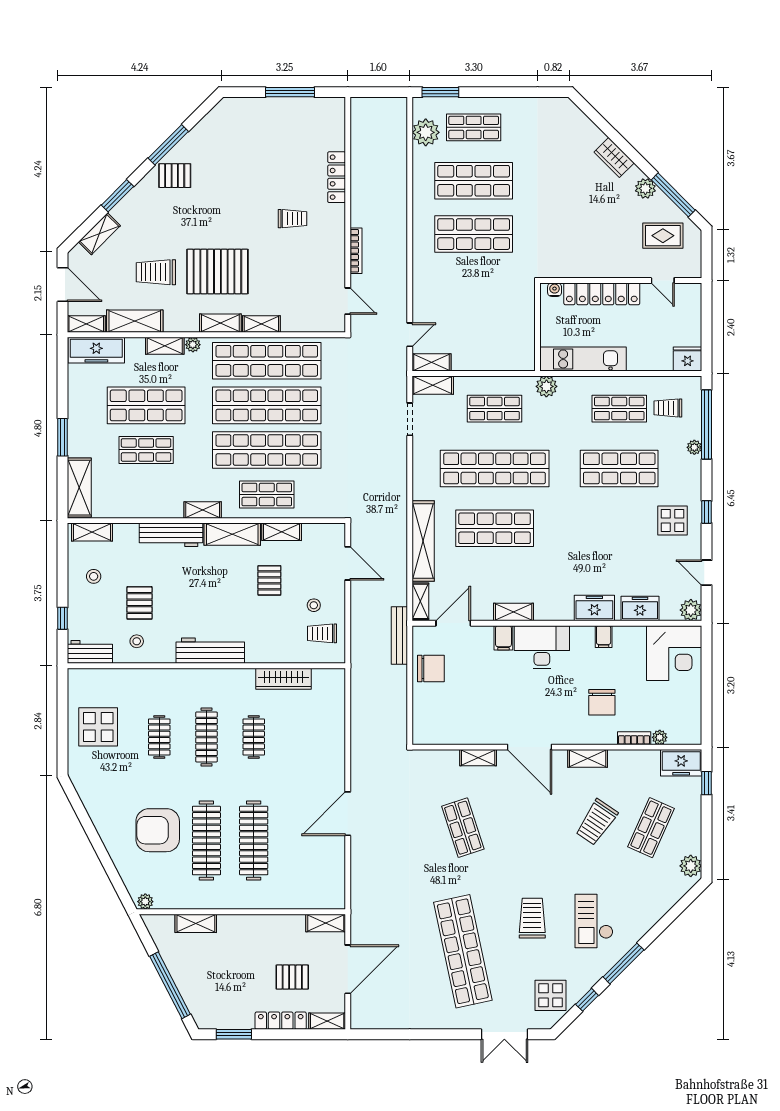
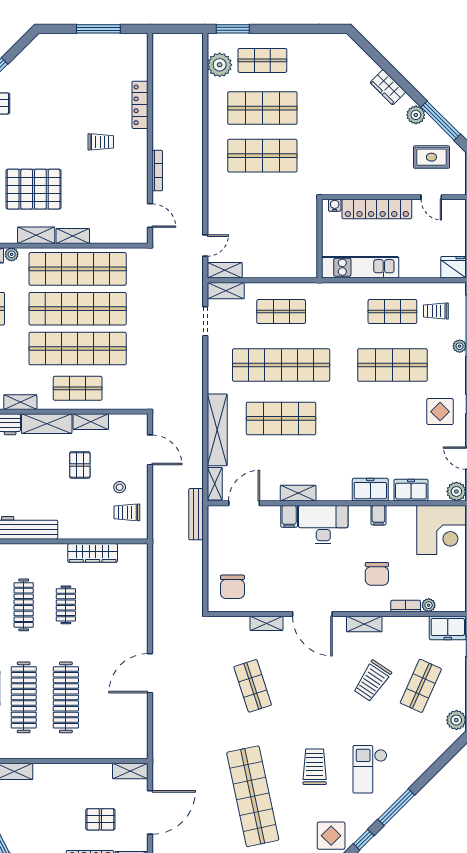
plant: (546, 386) -> (327, 292), removed
chair: (431, 668) -> (232, 587), moved, turned 90

